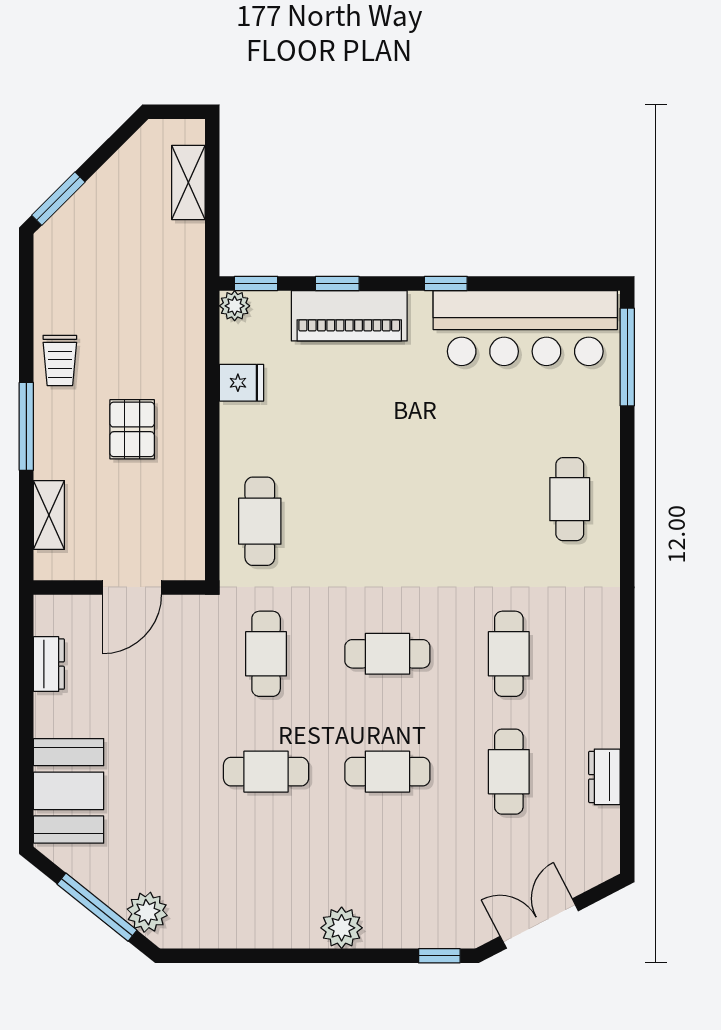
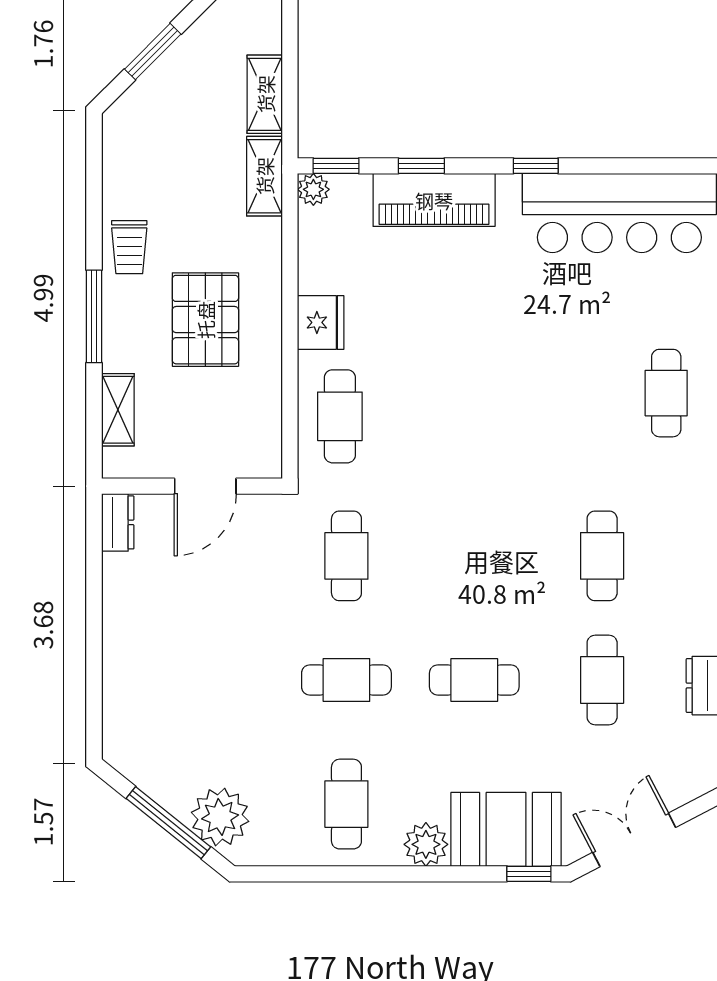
shelving: (188, 183) -> (265, 94), moved
window: (58, 199) -> (153, 52), moved
shelving: (188, 293) -> (264, 176), added
fridge: (241, 383) -> (321, 322), moved, width x1.38
pallet: (132, 429) -> (205, 320), width x1.50, depth x1.42
cafe table: (387, 654) -> (346, 804), moved, turned 90
dresser: (49, 664) -> (118, 522), moved
booth: (69, 791) -> (506, 829), moved, turned 90
plant: (147, 912) -> (220, 817), width x1.36, depth x1.36

